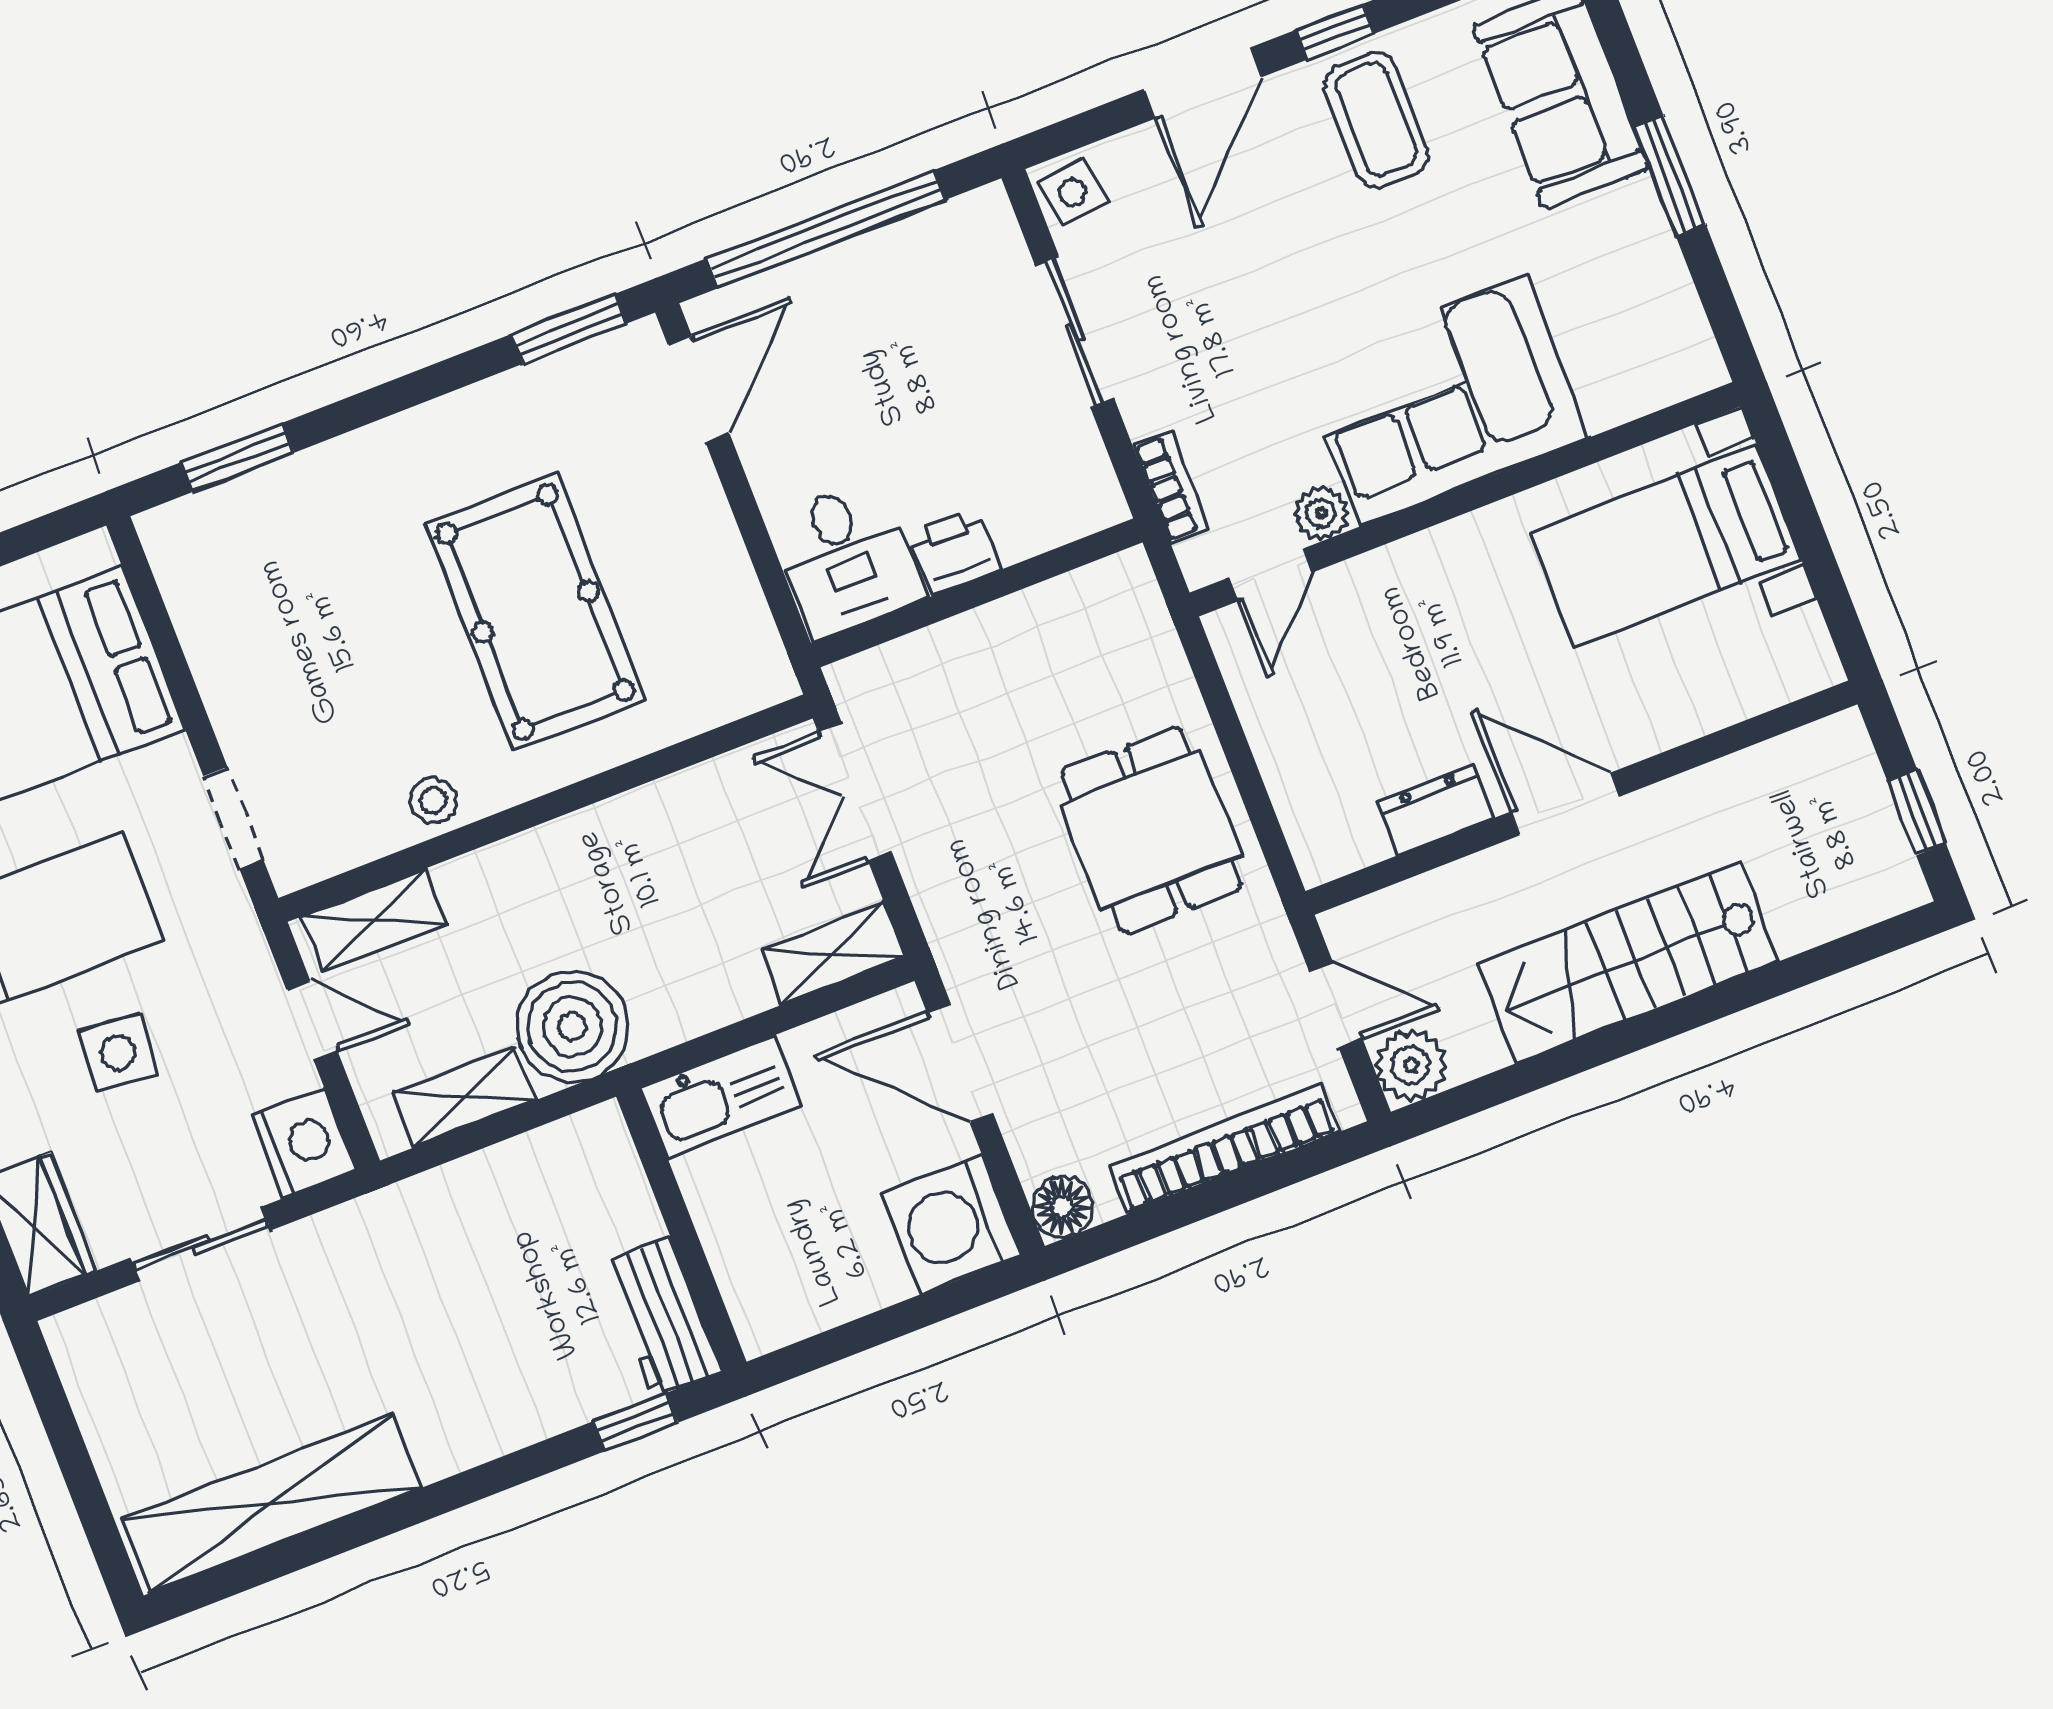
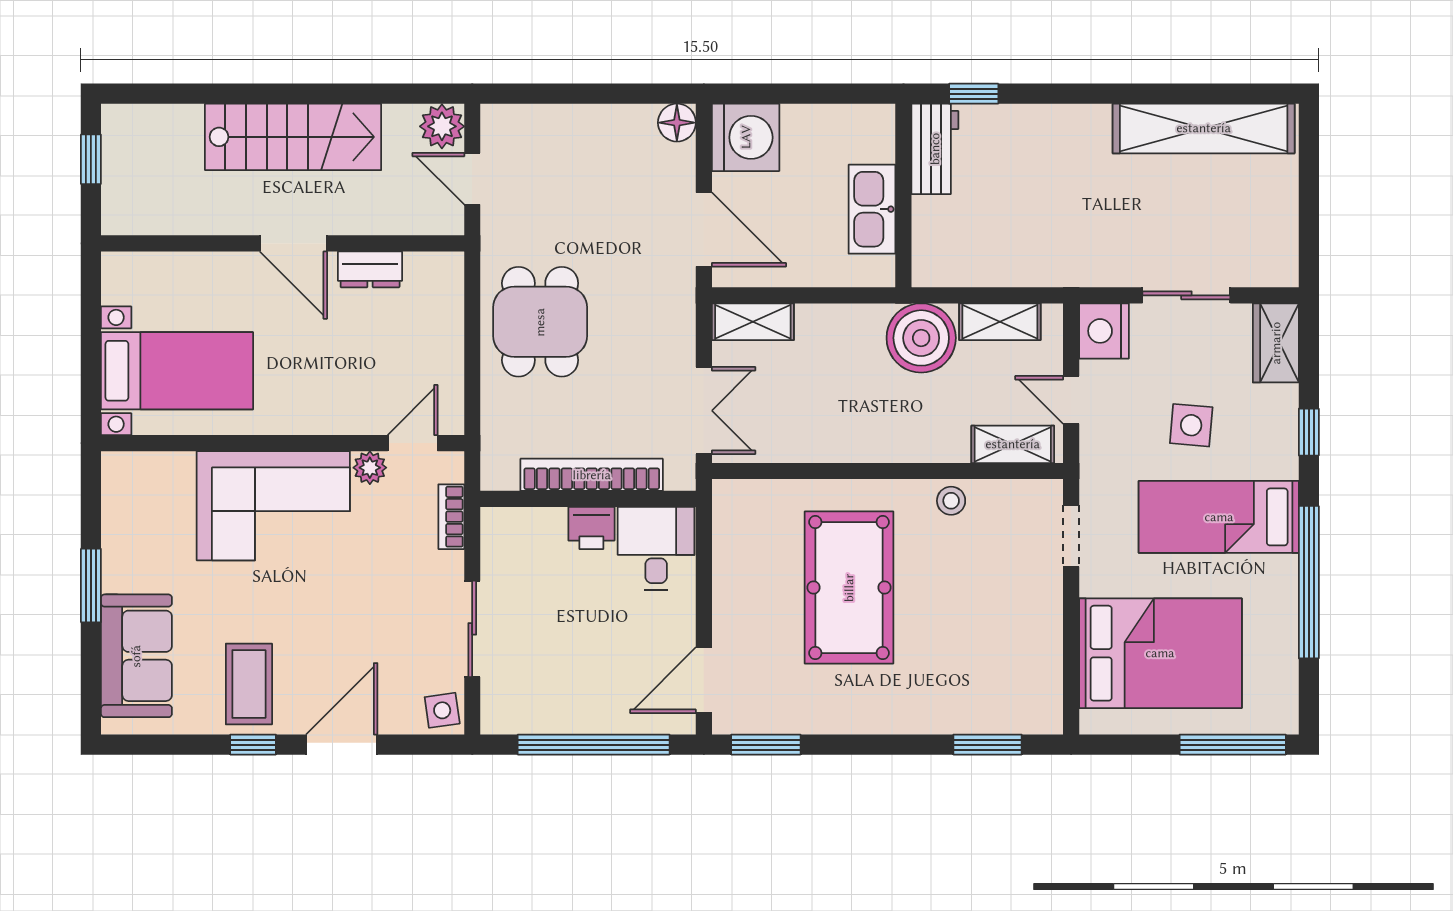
kitchen sink: (720, 1097) -> (872, 209), moved, turned -90
bookcase: (1224, 1149) -> (592, 475), moved, turned 180

